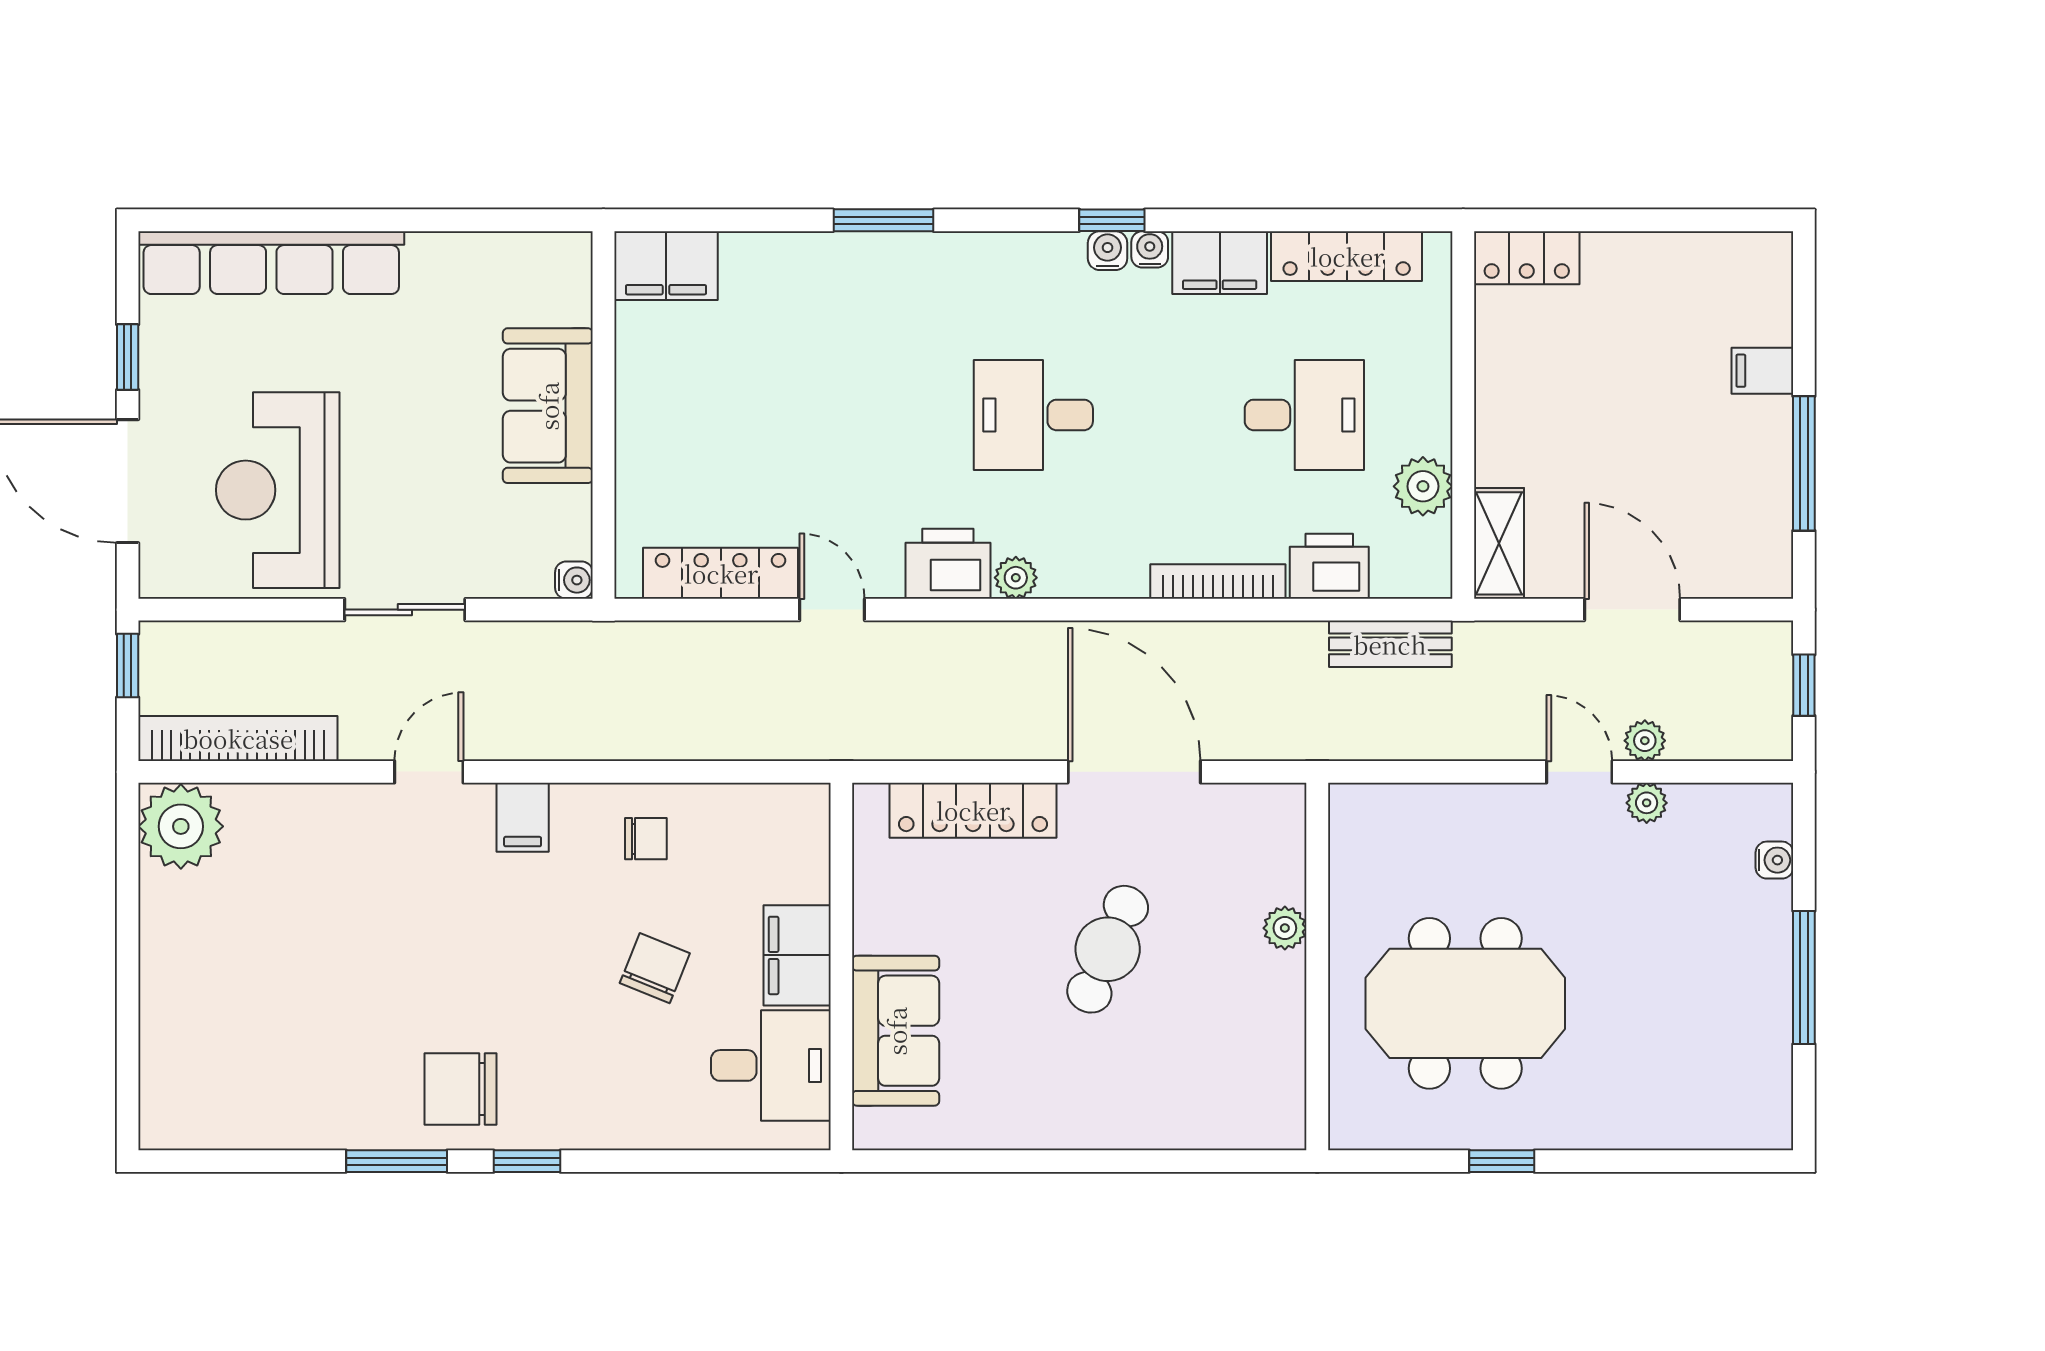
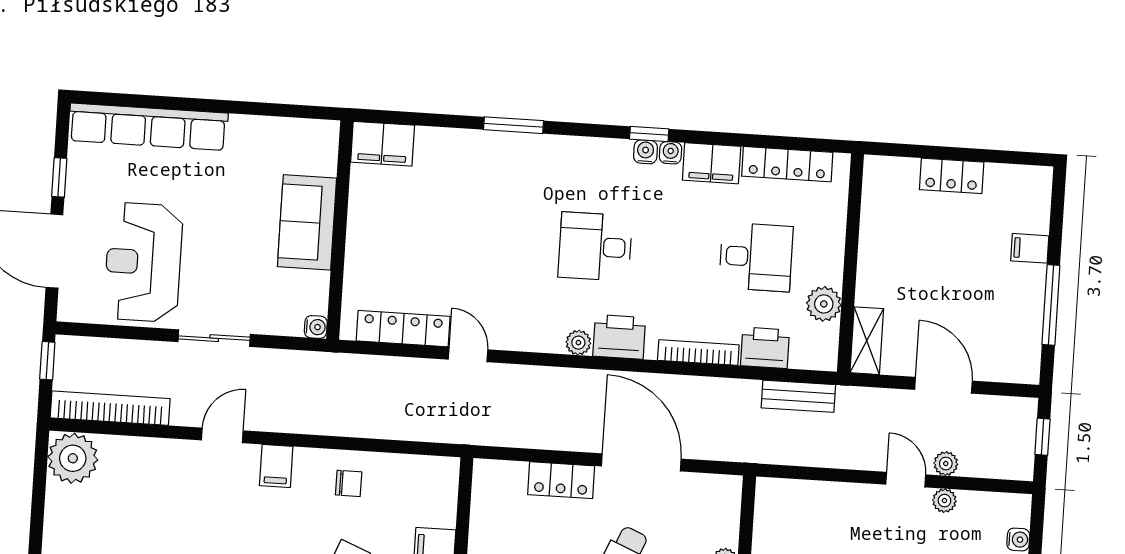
locker: (1527, 258) -> (952, 176), moved
printer: (948, 564) -> (619, 337), moved
locker: (973, 810) -> (561, 480), width x0.66

